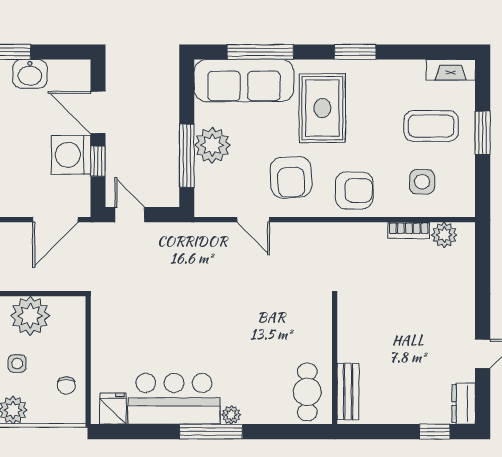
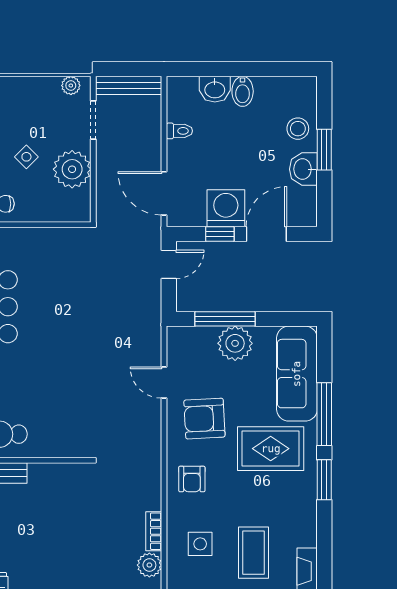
window: (260, 52) -> (324, 414), moved
armchair: (354, 190) -> (192, 479), width x0.72, depth x0.72
door: (253, 220) -> (164, 383), hinge flipped
side table: (17, 363) -> (26, 157), turned 45

